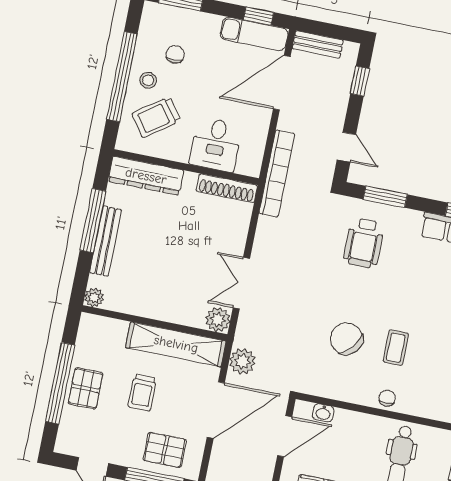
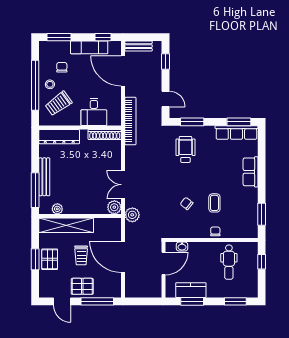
exam couch: (254, 34) -> (89, 47), moved
door: (282, 83) -> (123, 71), hinge flipped
window: (93, 221) -> (35, 190), moved
wheelchair: (364, 243) -> (185, 149), turned 180
plant: (94, 298) -> (57, 209), moved
chair: (347, 339) -> (187, 203), width x0.54, depth x0.54
shelving: (176, 344) -> (66, 225), moved
plant: (242, 361) -> (132, 215), moved
window: (60, 383) -> (35, 259), width x0.47
door: (216, 410) -> (123, 257), swing flipped
pallet: (165, 450) -> (82, 286), moved

